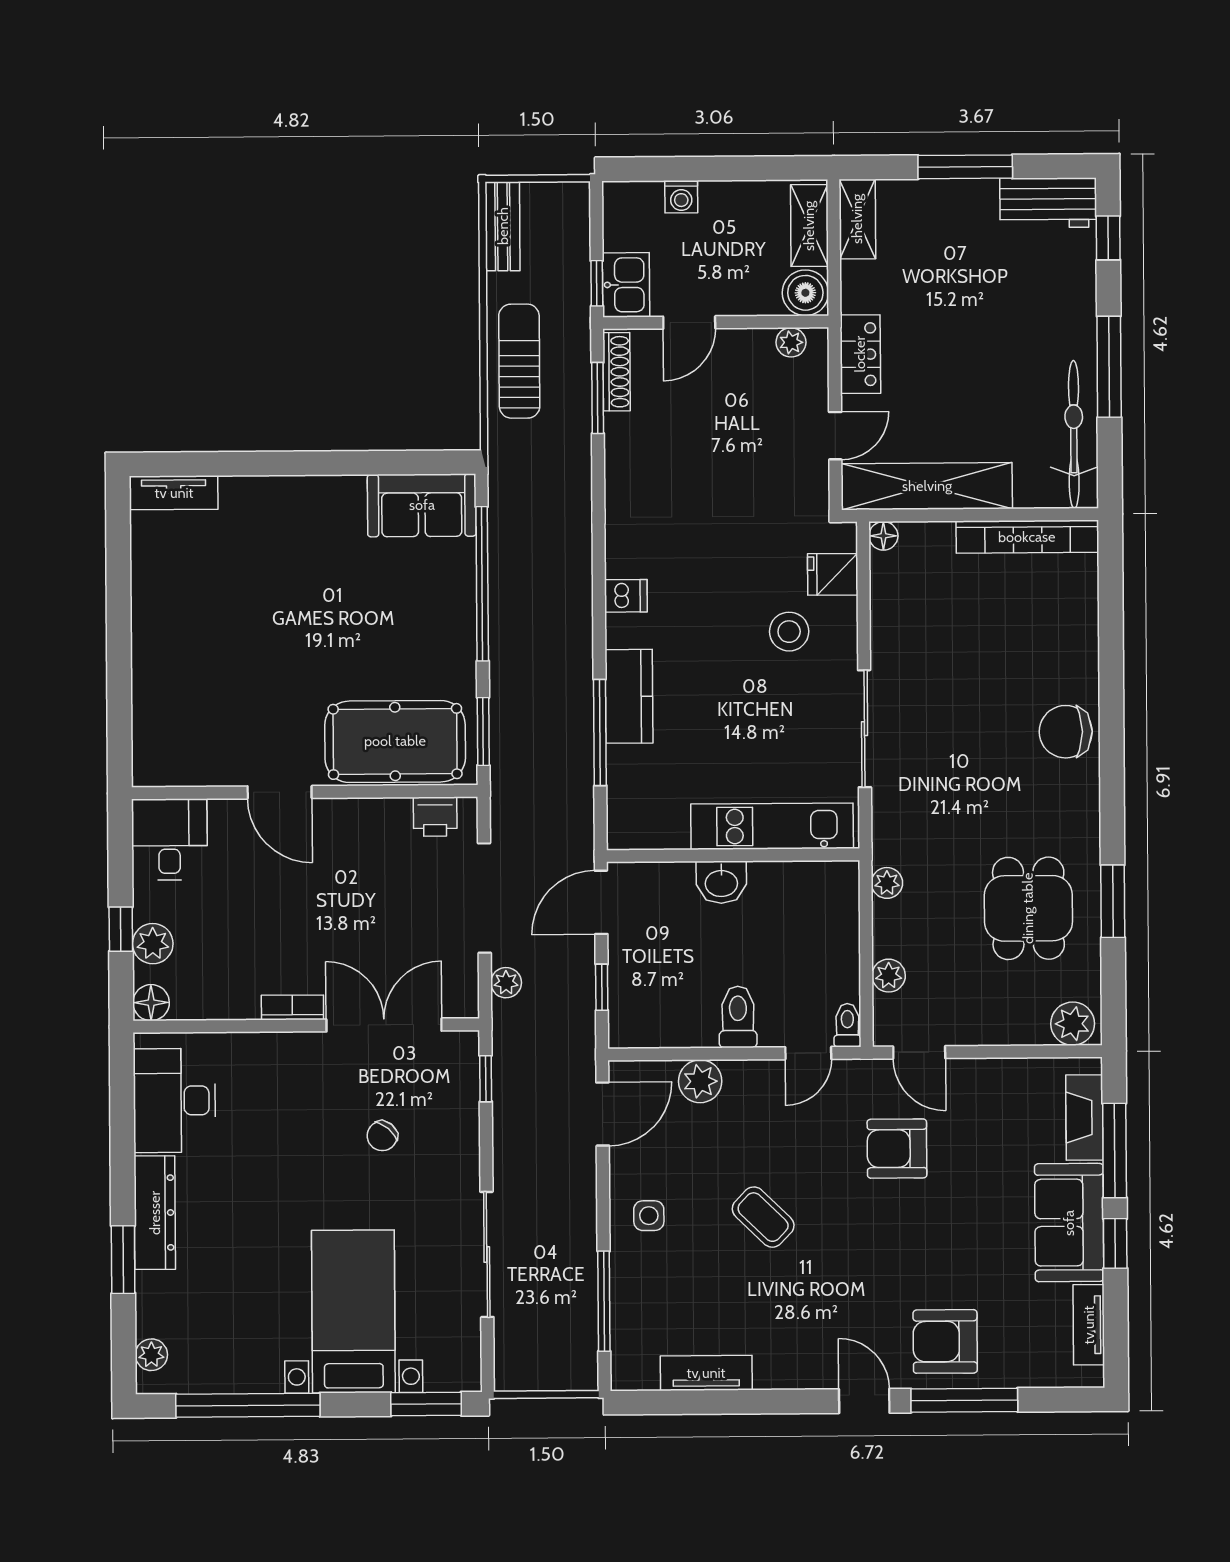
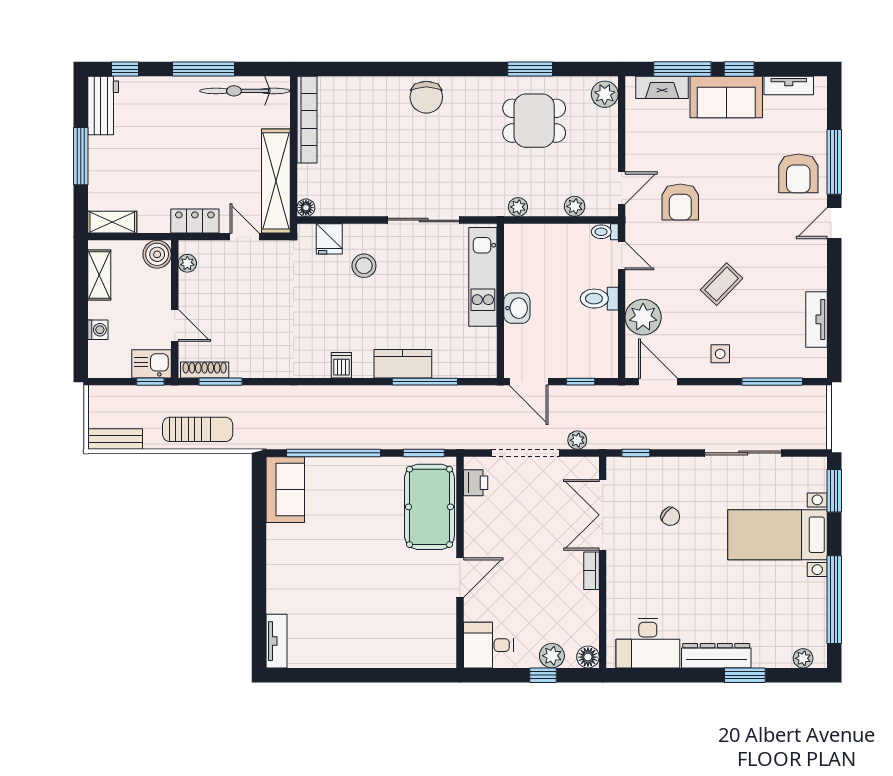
shelving: (809, 226) -> (99, 275), moved, turned 90
sun lounger: (519, 361) -> (198, 429), turned 180
plant: (700, 1081) -> (643, 317), width x1.36, depth x1.36

